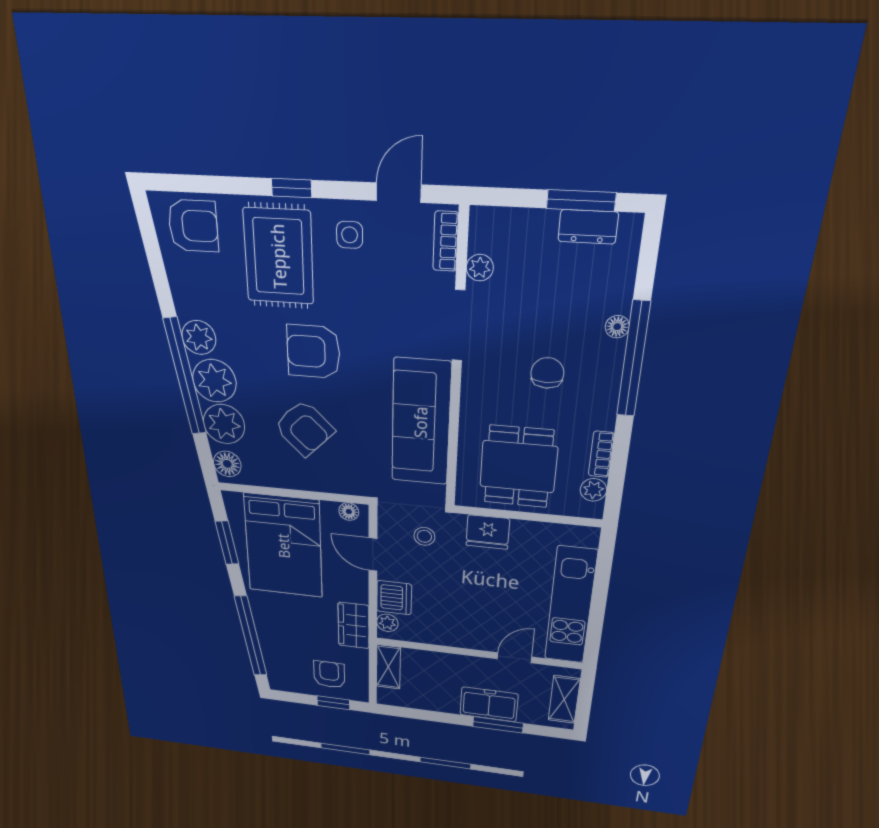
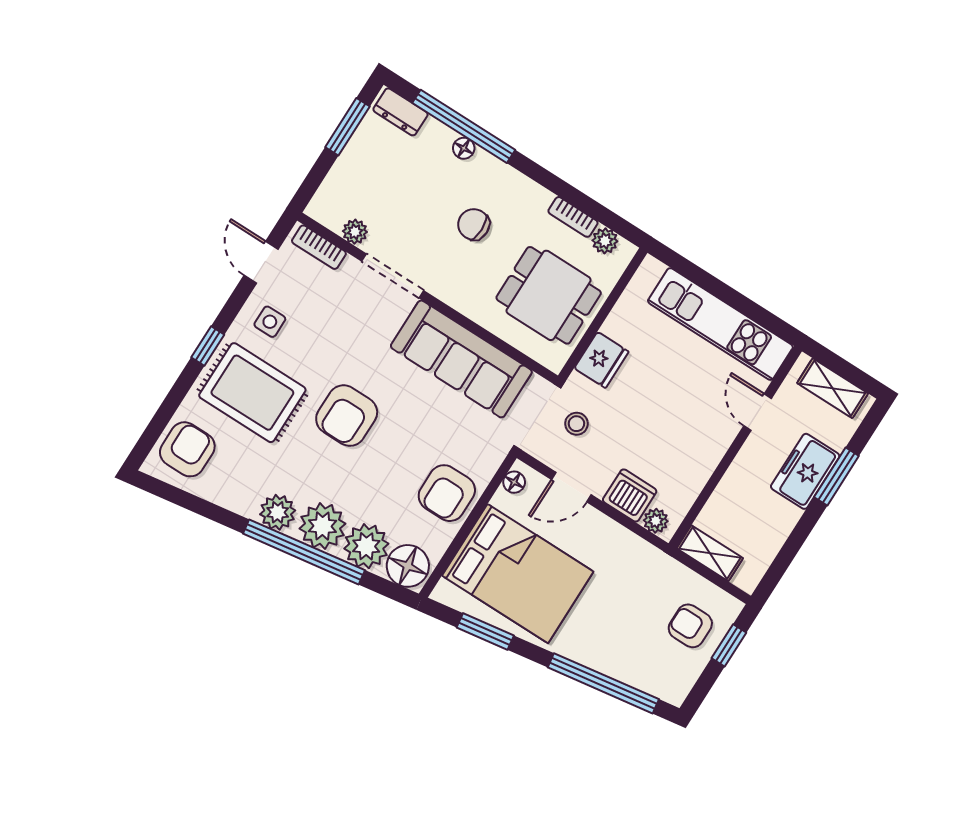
dresser: (588, 227) -> (400, 112), moved, turned 90
window: (633, 359) -> (464, 126), moved
armchair: (304, 428) -> (447, 493), moved, turned 135
floor lamp: (227, 464) -> (408, 566), width x1.38, depth x1.38
wardrobe: (354, 626) -> (643, 559), removed

